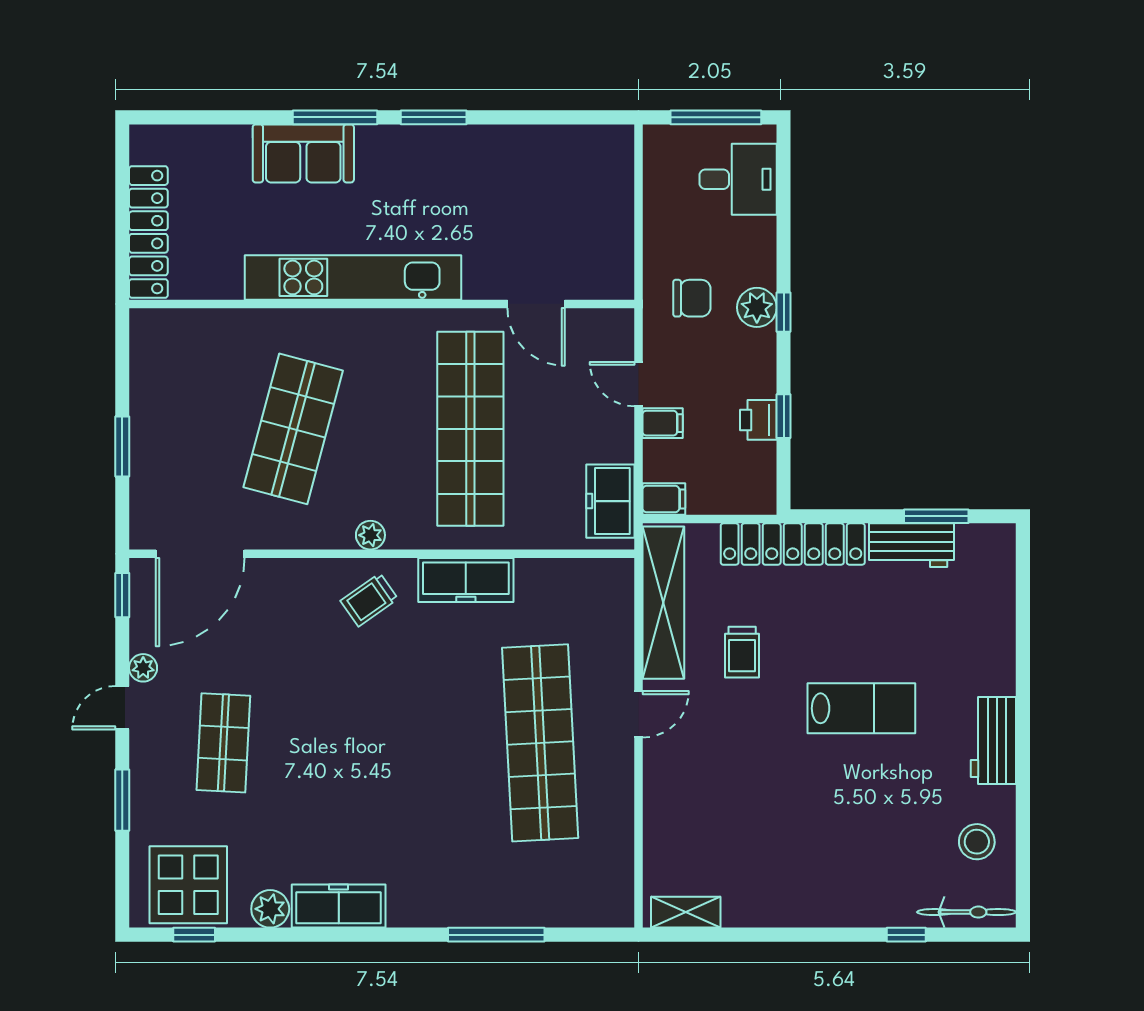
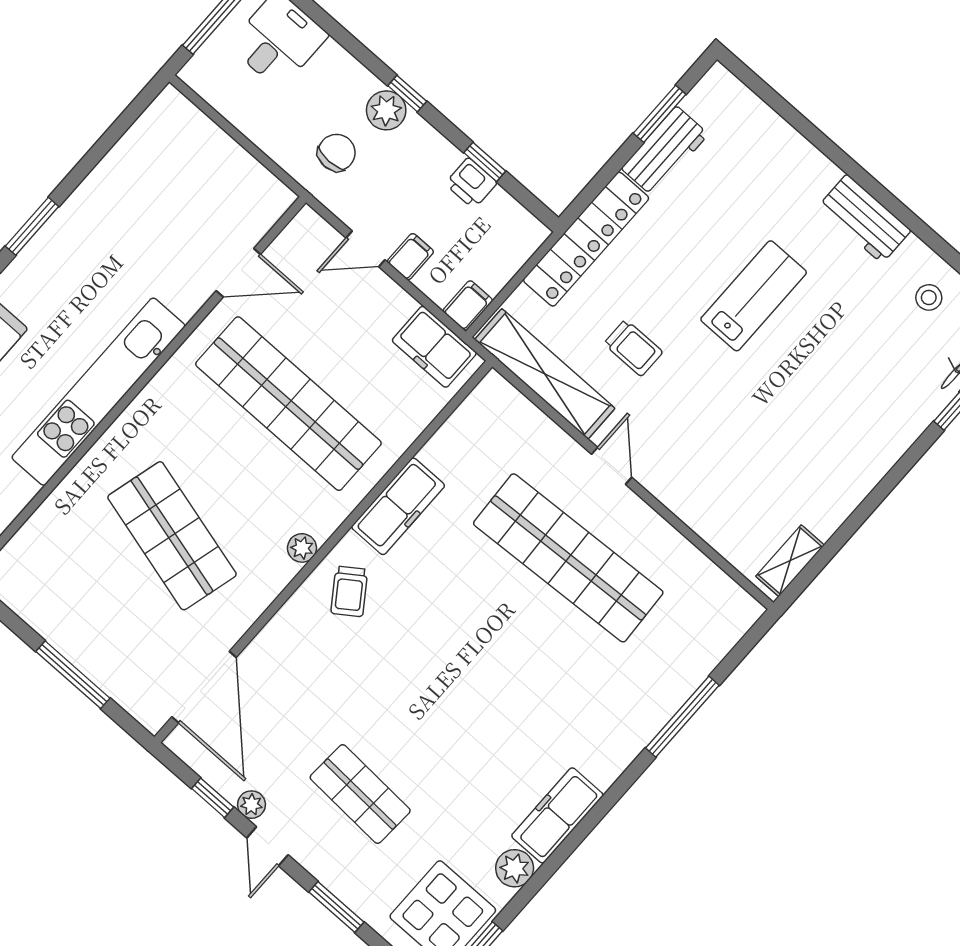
window: (122, 447) -> (73, 675), width x1.44
window: (122, 595) -> (213, 798), moved
stool: (977, 842) -> (929, 297), width x0.73, depth x0.73

